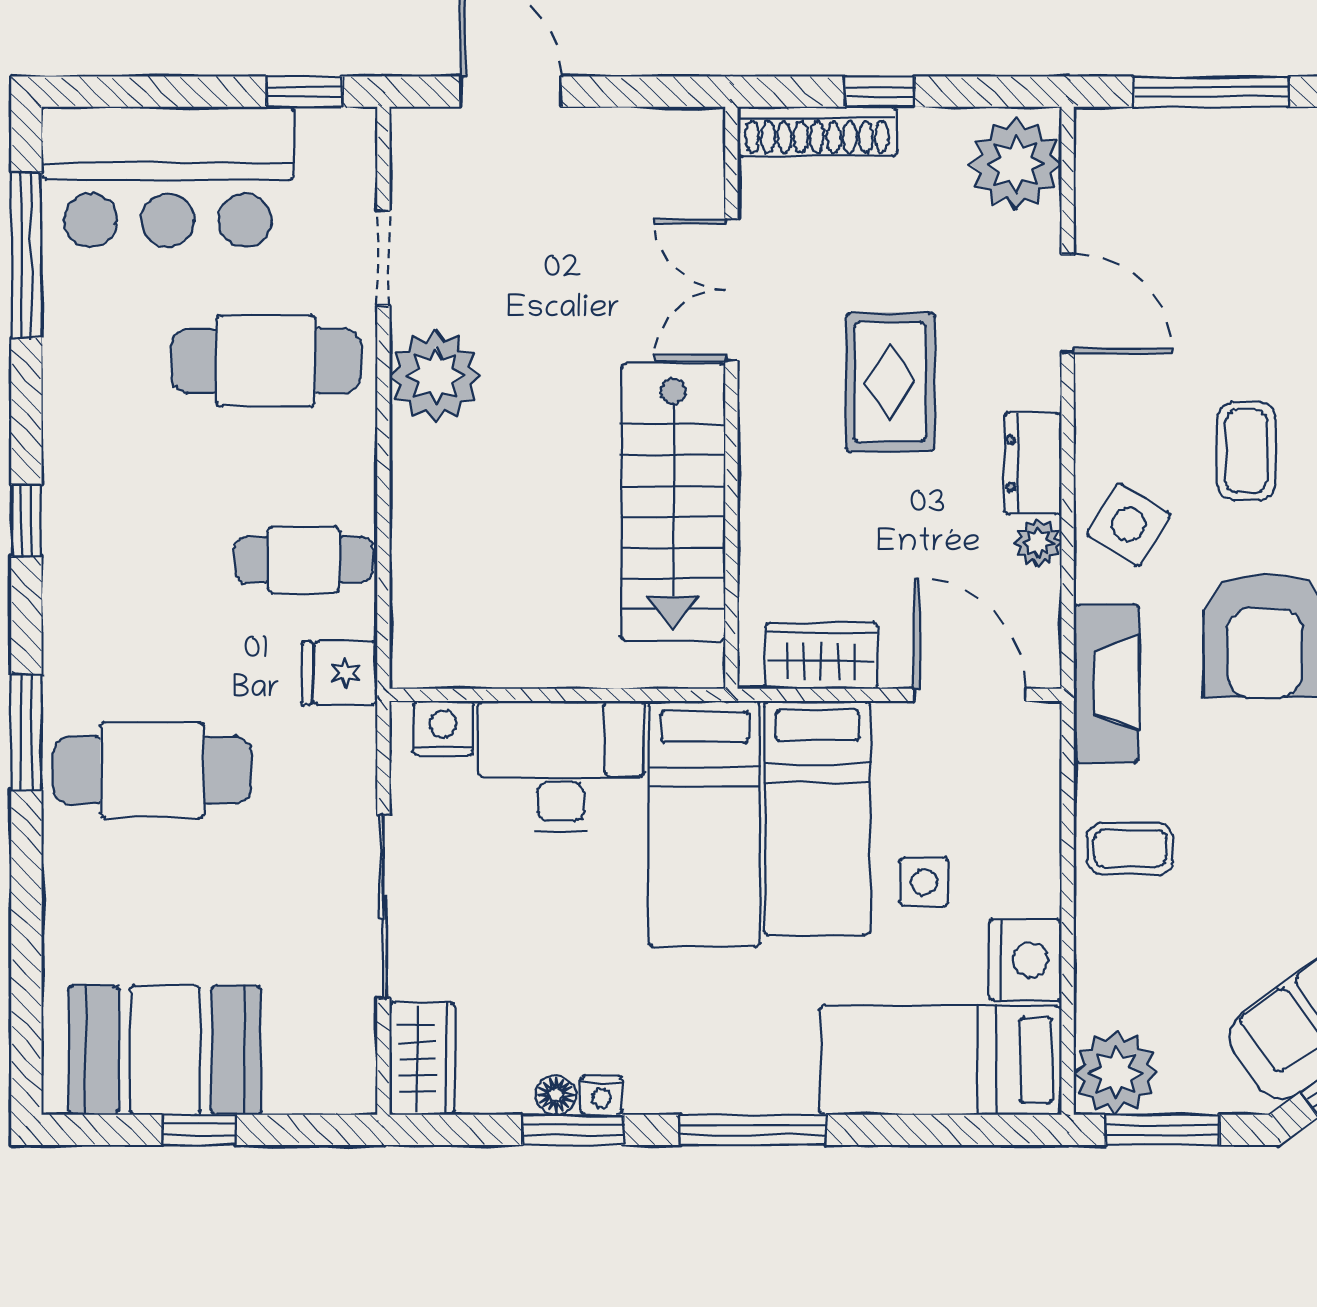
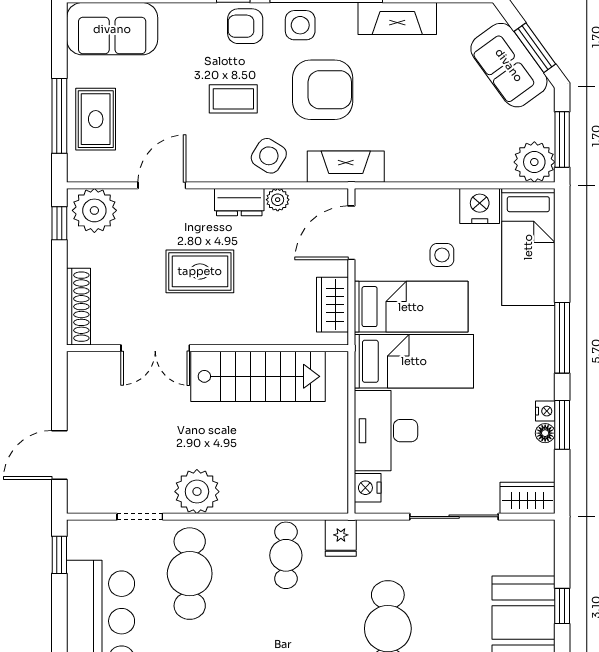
window: (880, 92) -> (59, 223), moved
rug: (1204, 167) -> (96, 119), added
coffee table: (1130, 849) -> (426, 155), removed

